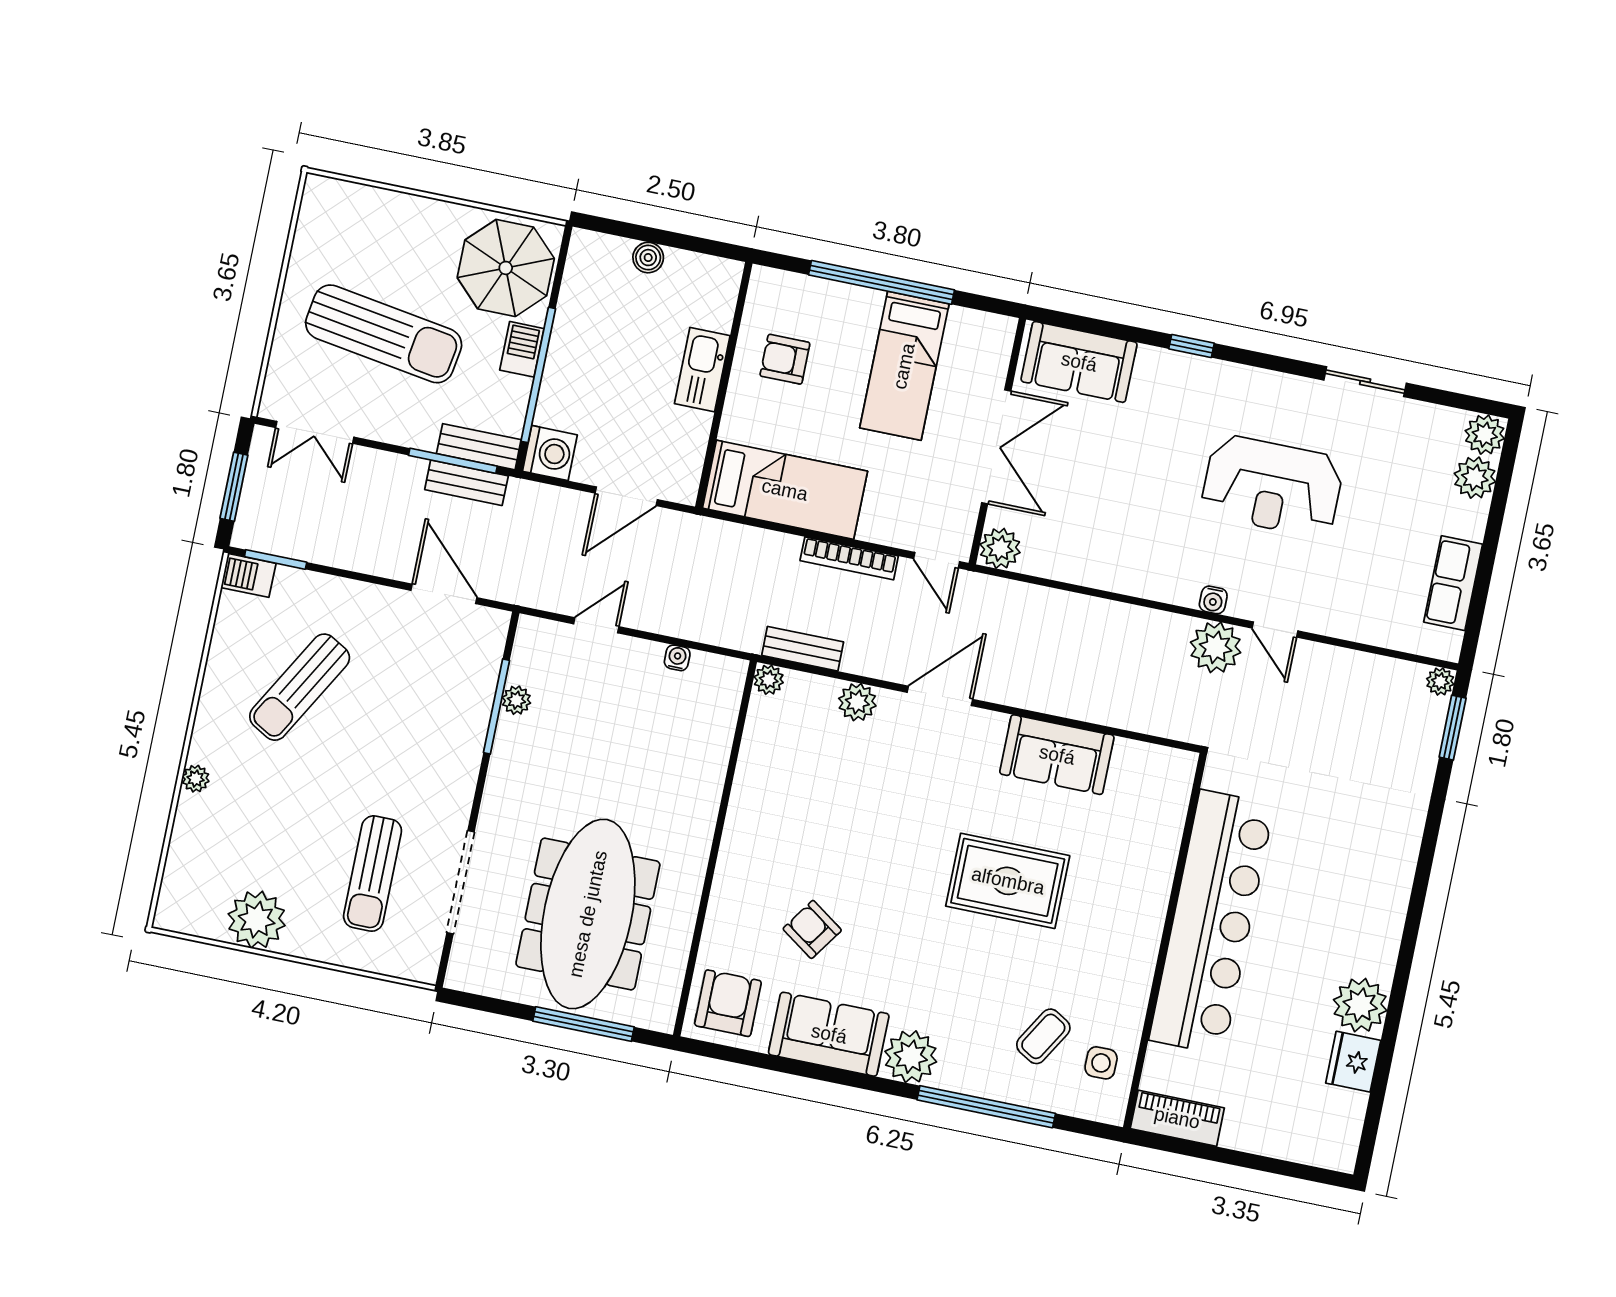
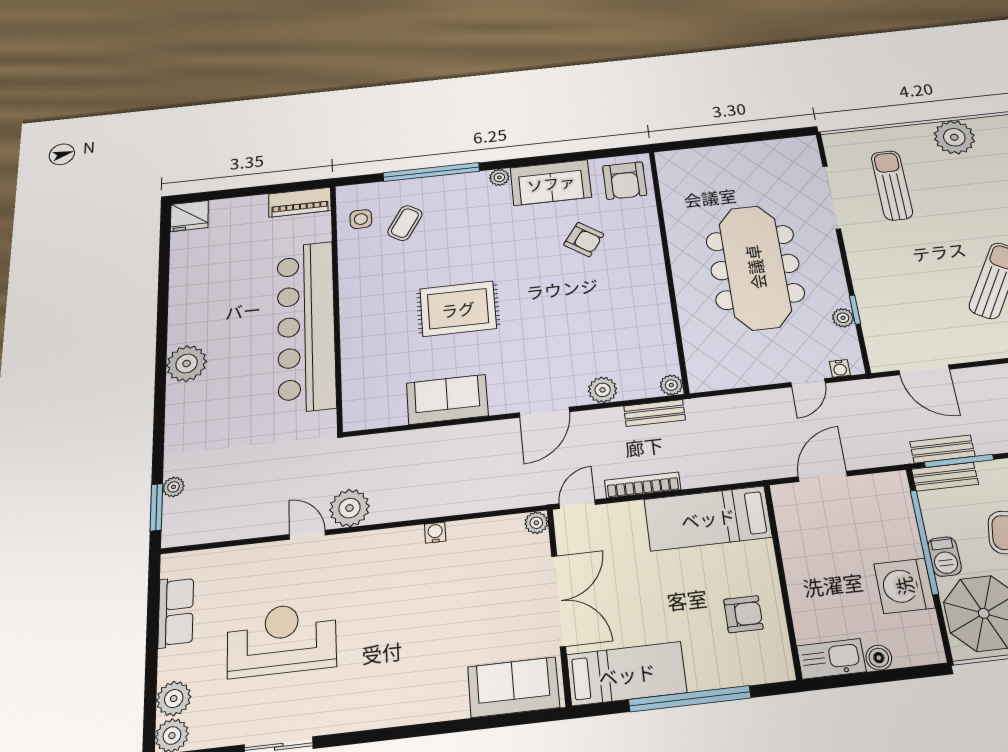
window: (1192, 346) -> (427, 729), removed
bed: (904, 366) -> (627, 674), moved, turned 90
kitchen sink: (702, 370) -> (831, 659), moved, turned -90
double door: (996, 447) -> (559, 601), swing flipped
washing machine: (550, 453) -> (904, 586), moved, width x1.37, depth x1.37
reception desk: (1272, 486) -> (282, 639), moved
plant: (1000, 548) -> (536, 523), width x0.73, depth x0.73
door: (937, 560) -> (577, 504), hinge flipped
water cooler: (1213, 600) -> (435, 533), moved
water cooler: (677, 658) -> (840, 368), moved
plant: (1440, 681) -> (173, 487), moved
window: (497, 706) -> (855, 310), width x0.46
meeting table: (588, 914) -> (755, 267), moved
plant: (1360, 1005) -> (187, 363), moved
window: (584, 1024) -> (715, 141), removed
plant: (911, 1057) -> (499, 177), width x0.53, depth x0.53
fridge: (1353, 1062) -> (189, 216), moved, turned 90

